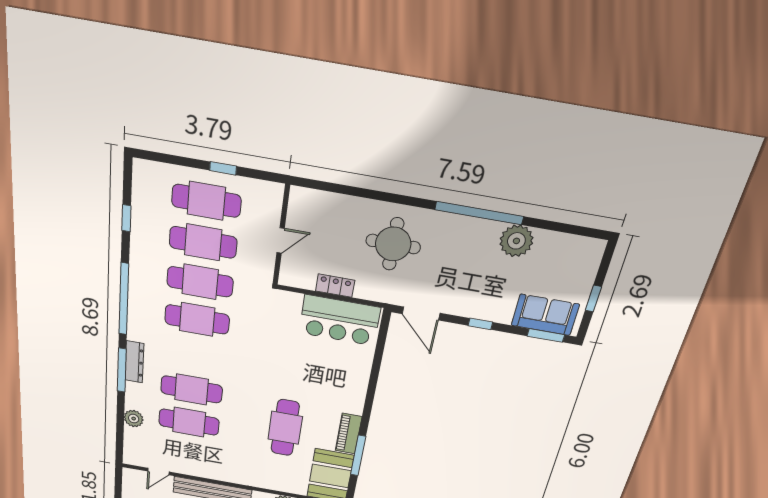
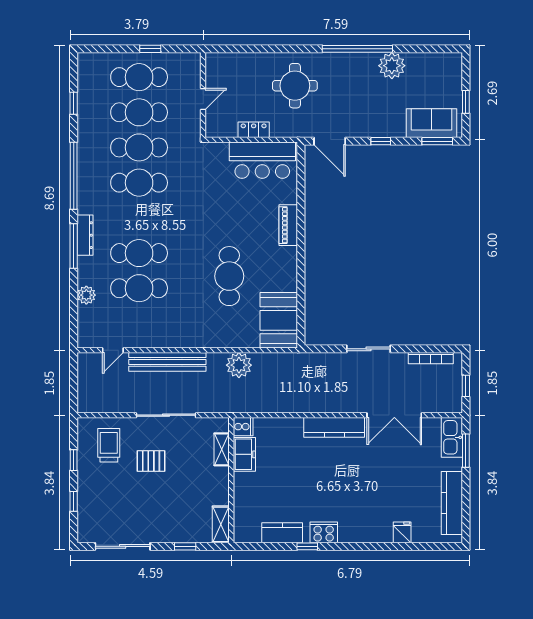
piano: (349, 434) -> (288, 225), moved
window: (358, 456) -> (301, 292), removed

